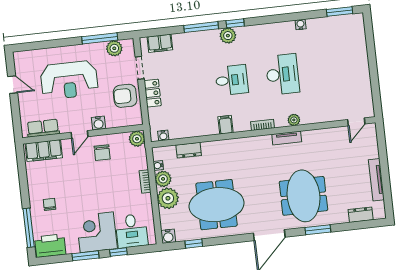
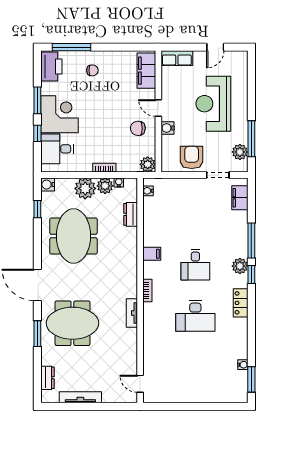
water cooler: (301, 24) -> (243, 365), moved
locker: (153, 93) -> (241, 303), moved, turned 90
plant: (294, 120) -> (149, 322), removed
row of seats: (43, 128) -> (177, 58), moved, turned 90

